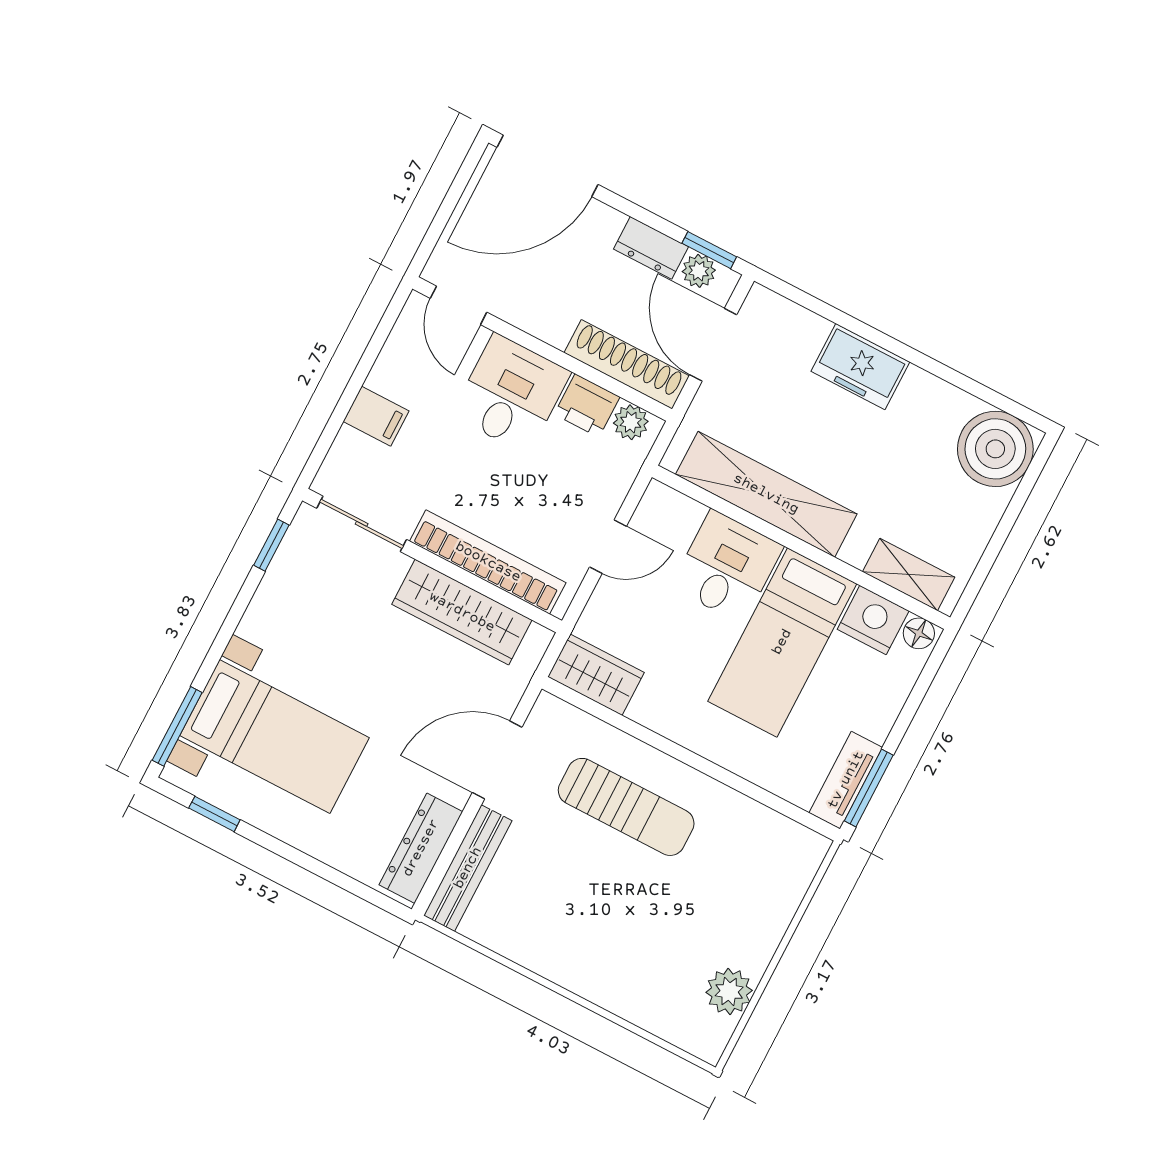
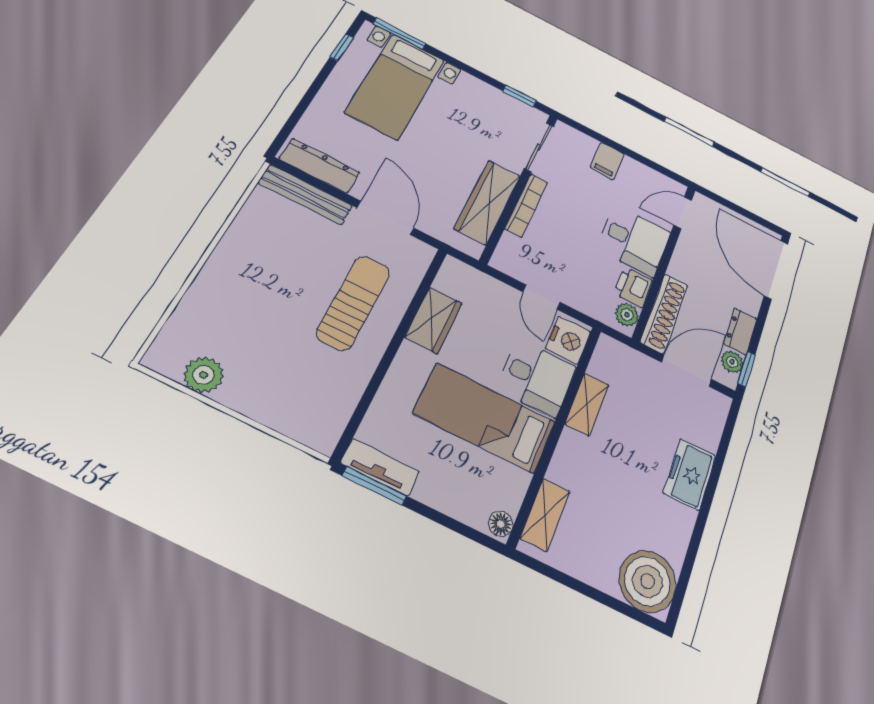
shelving: (766, 494) -> (587, 404), width x0.45, depth x0.75
bookcase: (488, 562) -> (526, 205), width x0.68, depth x0.76
nightstand: (873, 620) -> (568, 340), moved
wardrobe: (596, 675) -> (434, 320), moved
sun lounger: (626, 807) -> (354, 303), turned 180

